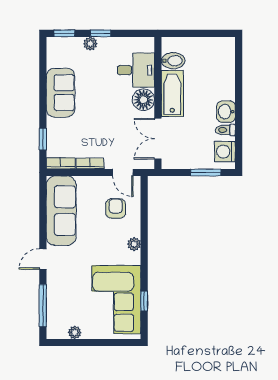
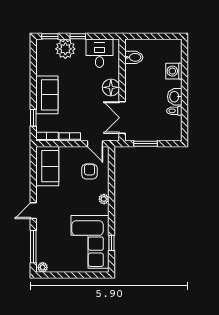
plant: (90, 44) -> (65, 49), width x1.88, depth x1.88
desk: (136, 70) -> (99, 53), moved, turned -90
sofa: (60, 93) -> (47, 95), moved
bathtub: (172, 93) -> (133, 83), removed
washing machine: (225, 152) -> (174, 71), moved
window: (206, 172) -> (145, 144), moved
sofa: (61, 211) -> (47, 166), width x0.73
plant: (75, 332) -> (43, 267), moved

